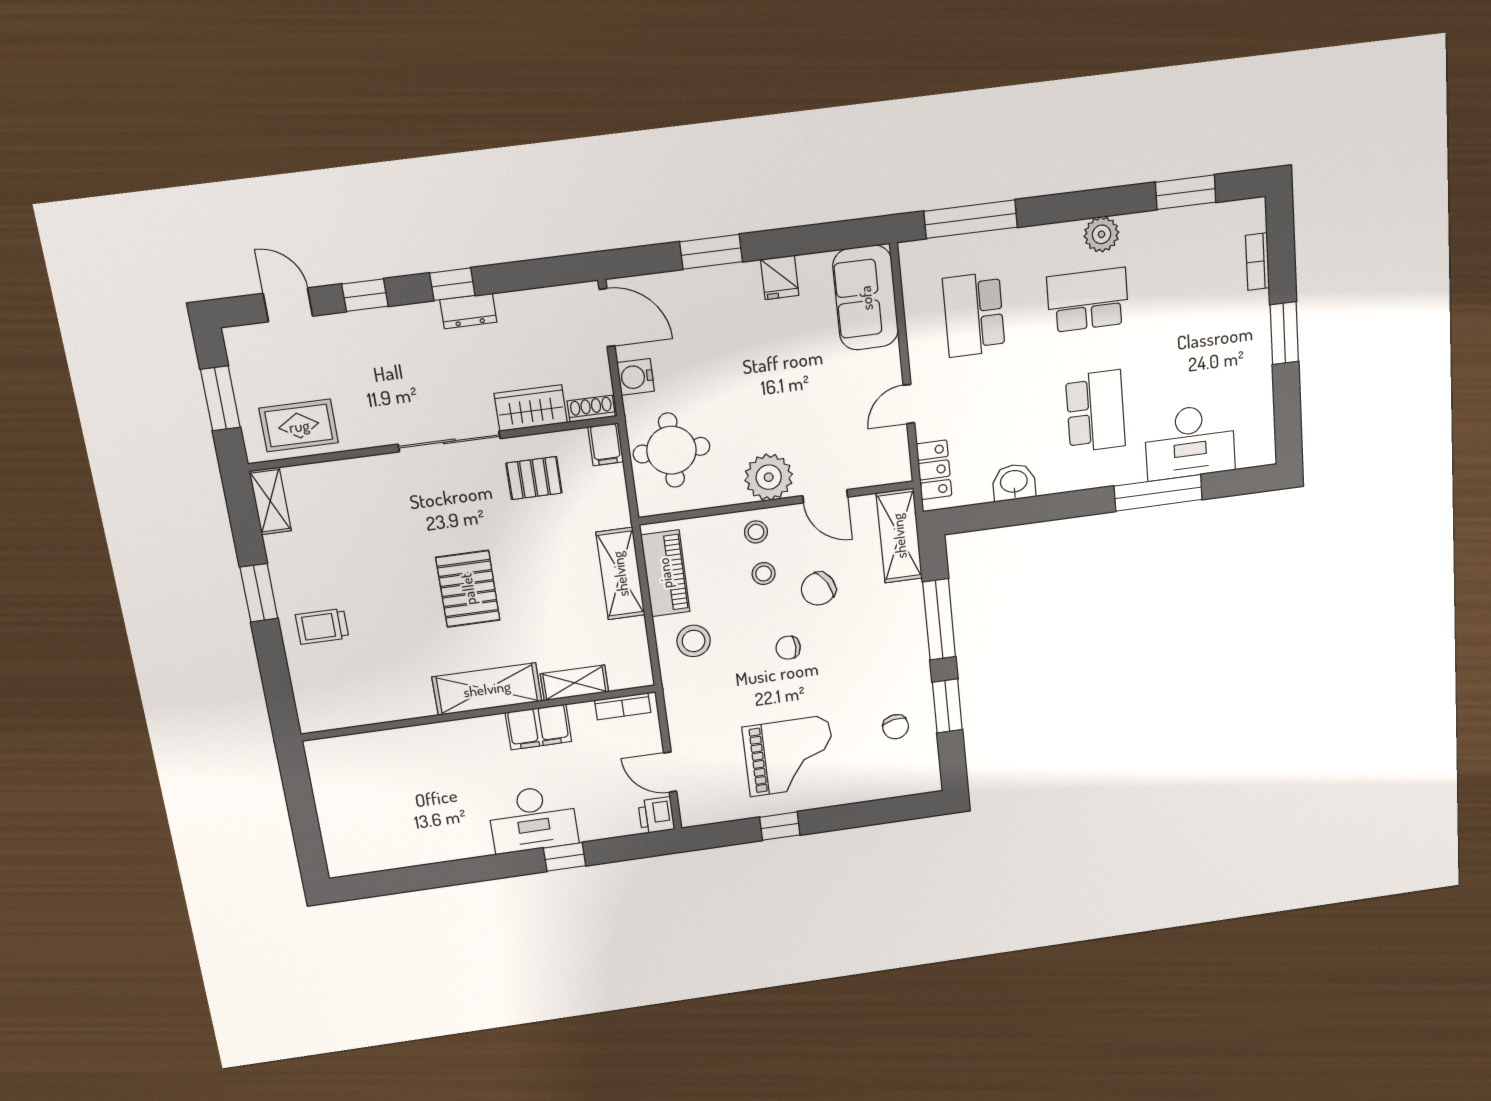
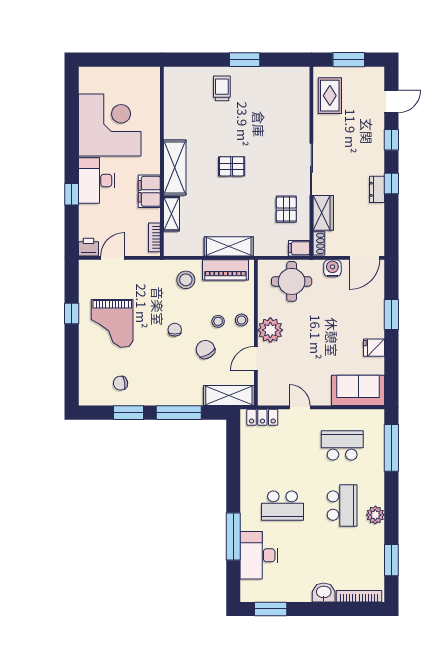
bookcase: (1258, 262) -> (359, 596), width x1.56
window: (1284, 333) -> (271, 609), moved
washbasin: (1014, 482) -> (324, 592), moved, turned -90
shelving: (270, 501) -> (293, 74), removed
pallet: (468, 589) -> (232, 166), width x0.67, depth x0.71
corner desk: (427, 811) -> (110, 125), added

